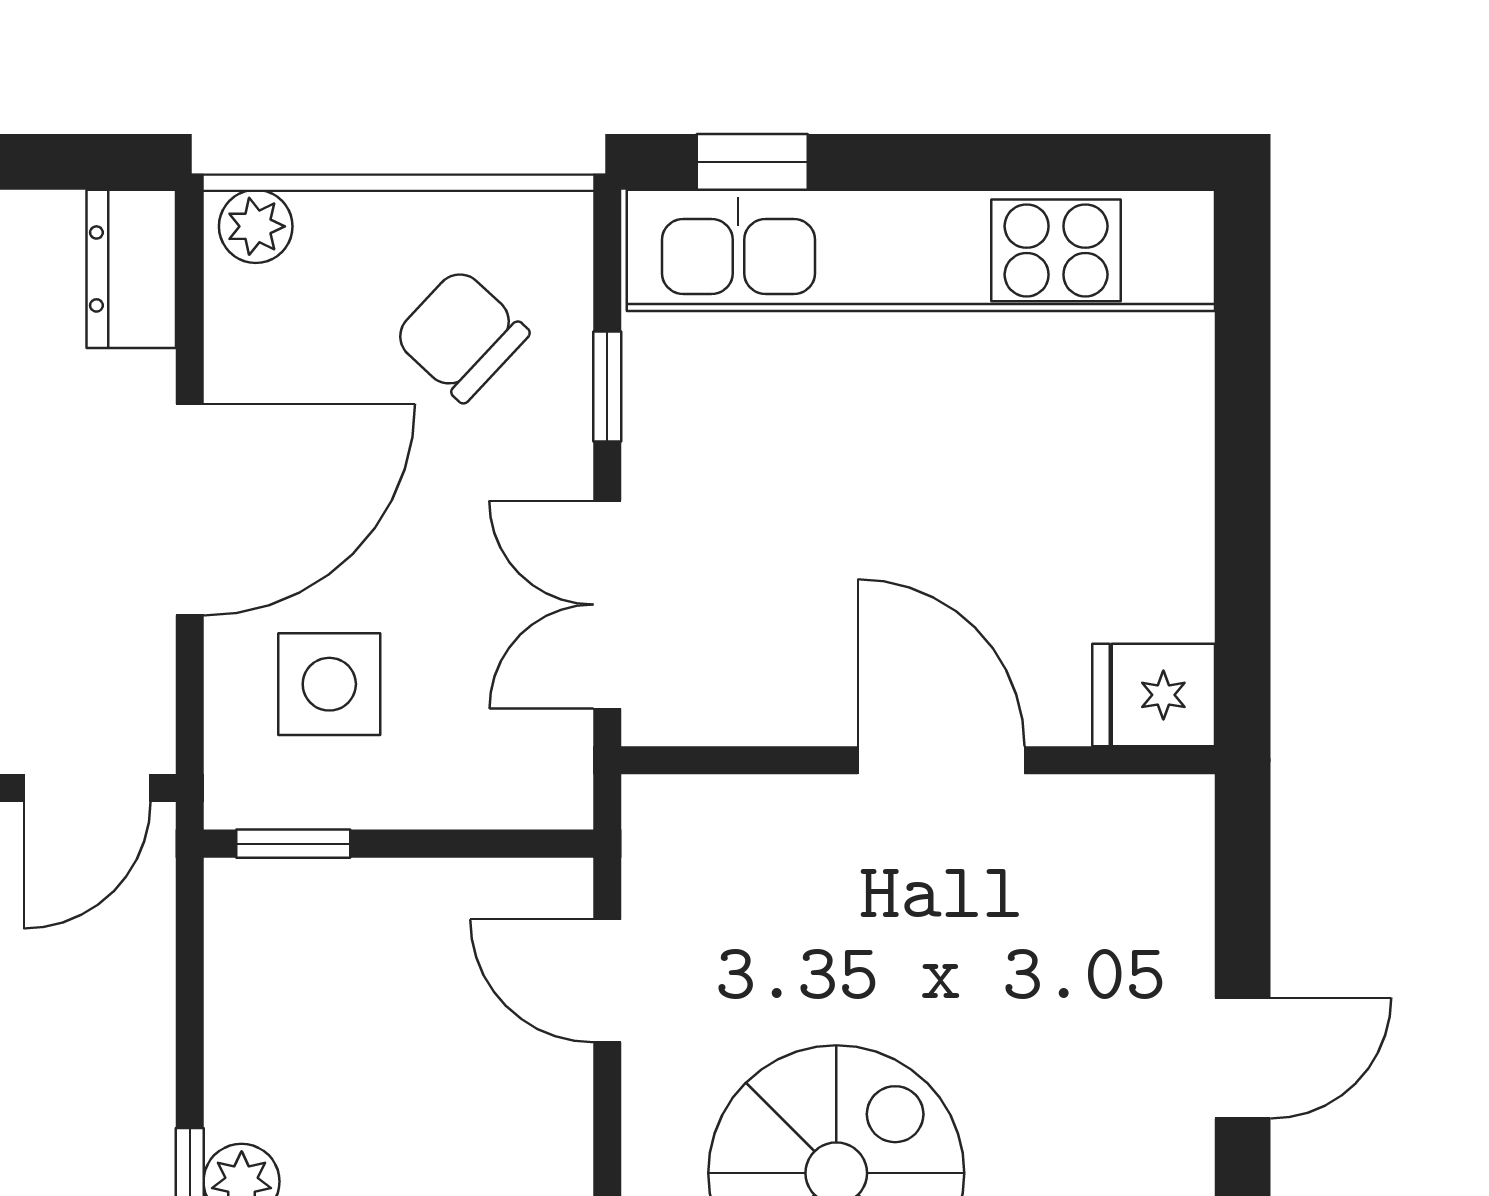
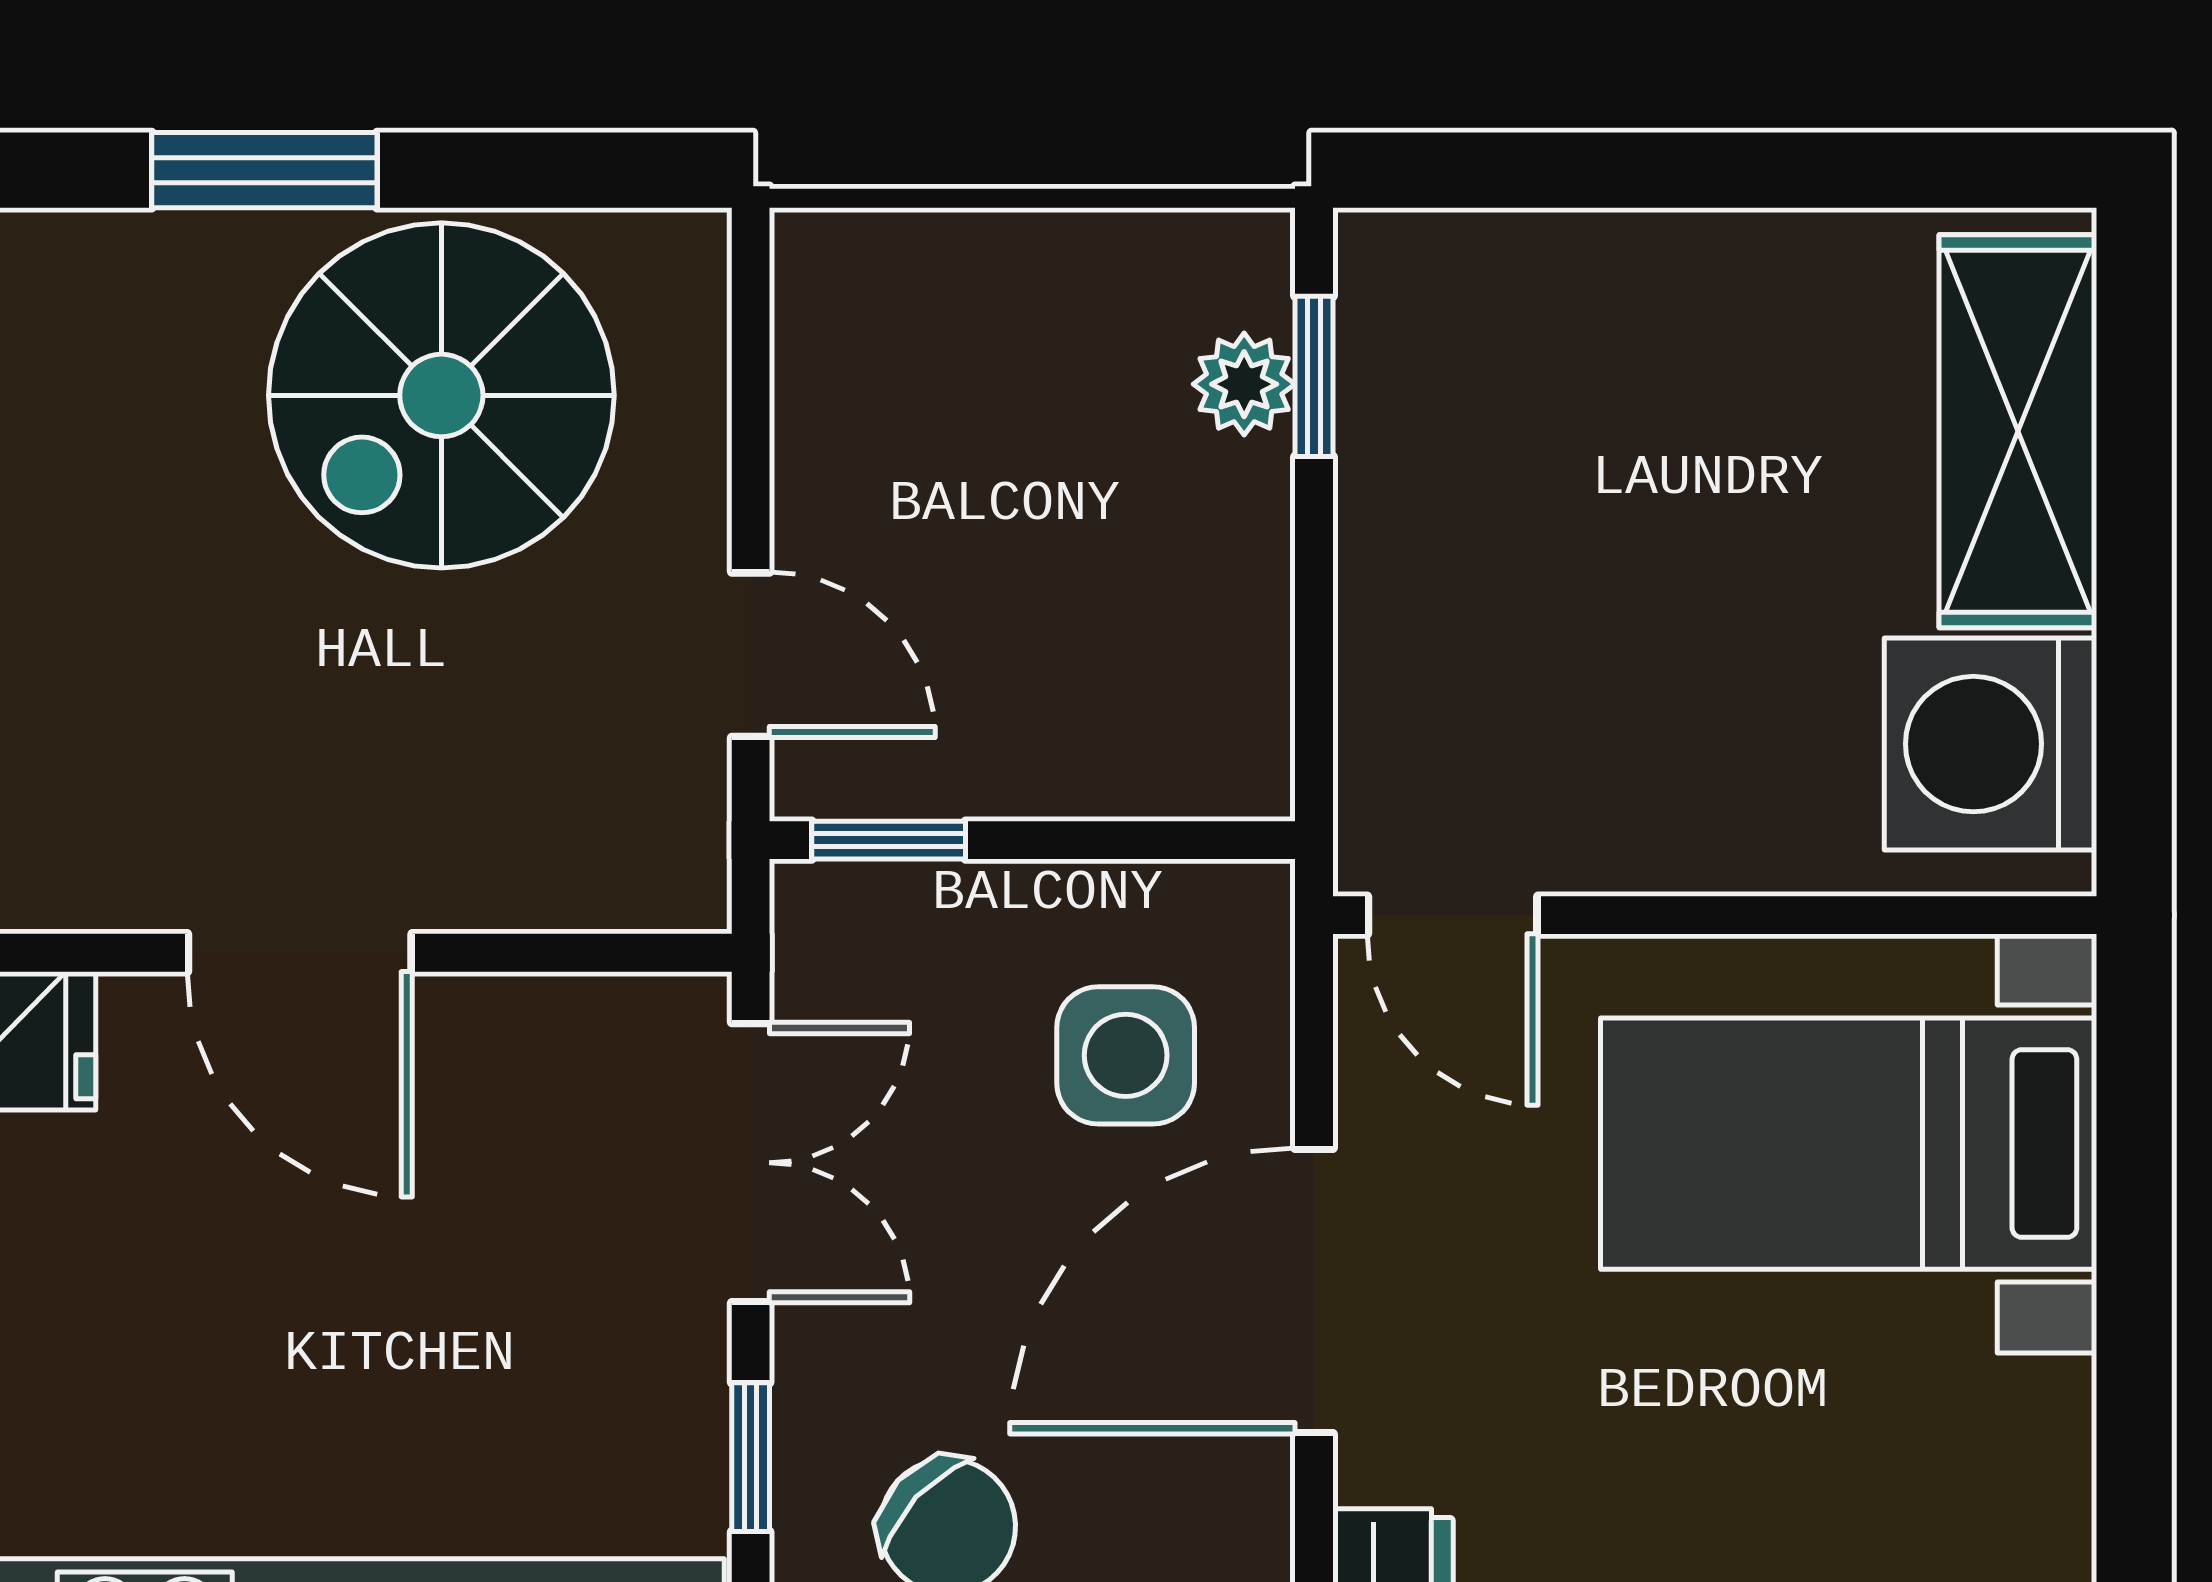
door: (87, 788) -> (1453, 915), swing flipped
window: (293, 844) -> (889, 840), moved

